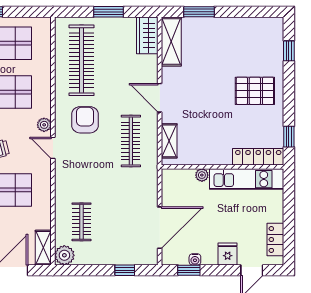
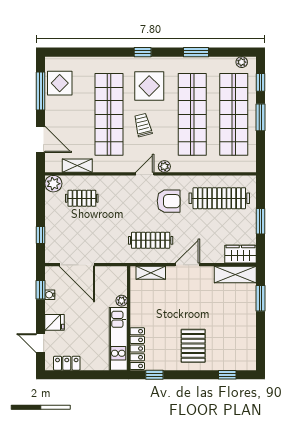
shelving: (43, 248) -> (77, 166), moved

